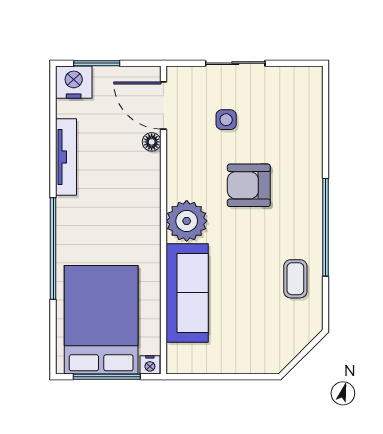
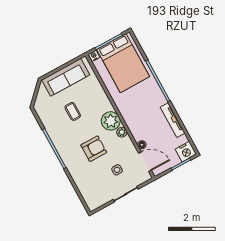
plant: (177, 187) -> (122, 132), added
coffee table: (295, 279) -> (73, 111), moved
sofa: (187, 293) -> (66, 77), moved, turned -90

